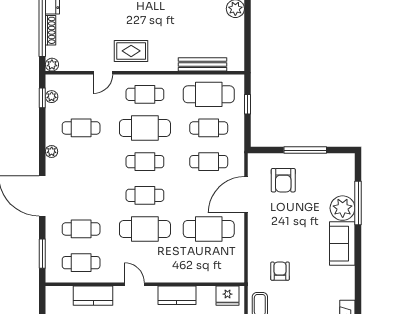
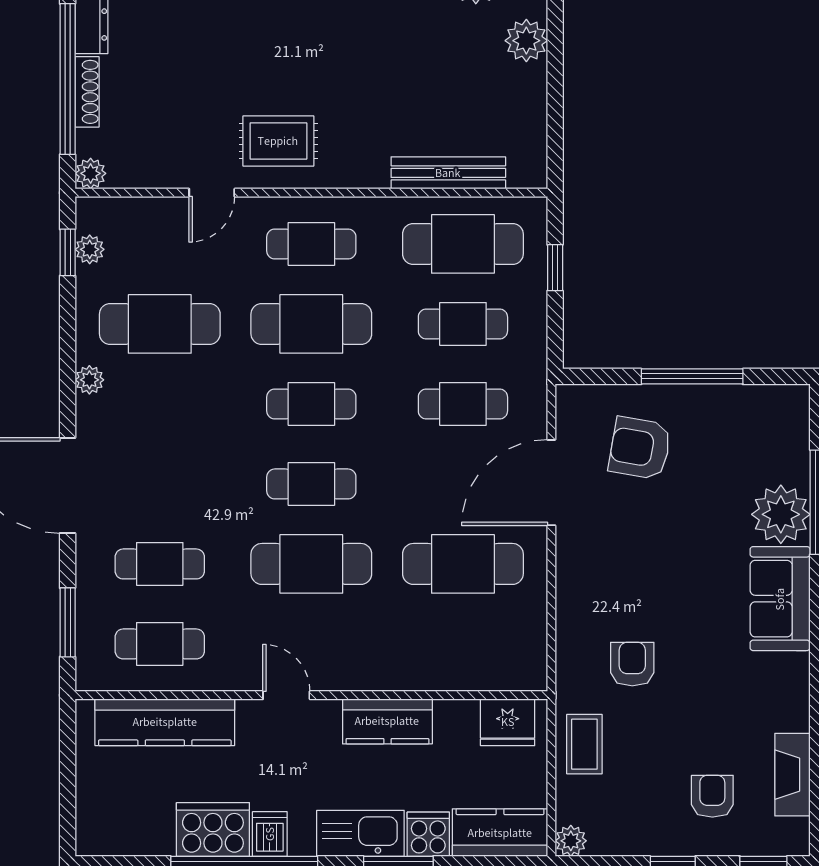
cafe table: (81, 128) -> (160, 324), width x1.37, depth x1.35
armchair: (283, 180) -> (640, 448), turned 100
kitchen counter: (93, 296) -> (165, 722), width x1.50

